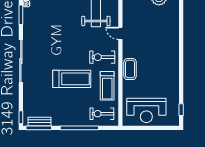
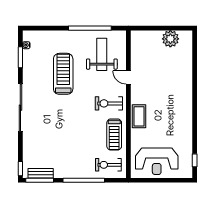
treadmill: (72, 79) -> (63, 74), moved, turned -90

